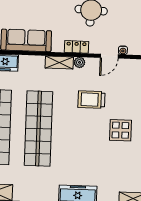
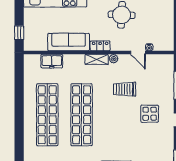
locker: (76, 47) -> (100, 46), moved
door: (109, 56) -> (138, 53), hinge flipped

